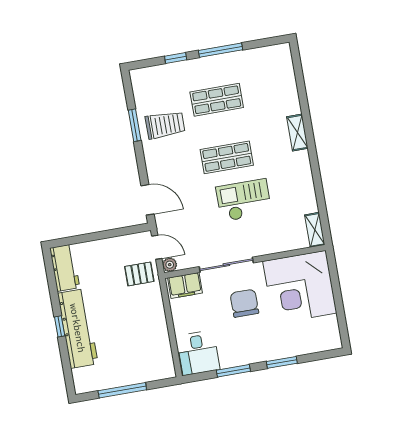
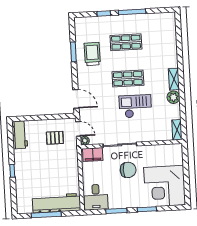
trolley: (165, 125) -> (92, 54), turned -91
shelving: (297, 133) -> (174, 79), moved
plant: (303, 179) -> (173, 97), added
pallet: (139, 274) -> (55, 138), moved
corner desk: (300, 287) -> (165, 186), moved
chair: (244, 303) -> (128, 170), turned 90
workbench: (78, 328) -> (57, 203), moved, turned -90

